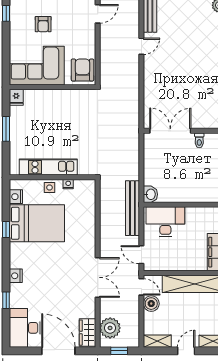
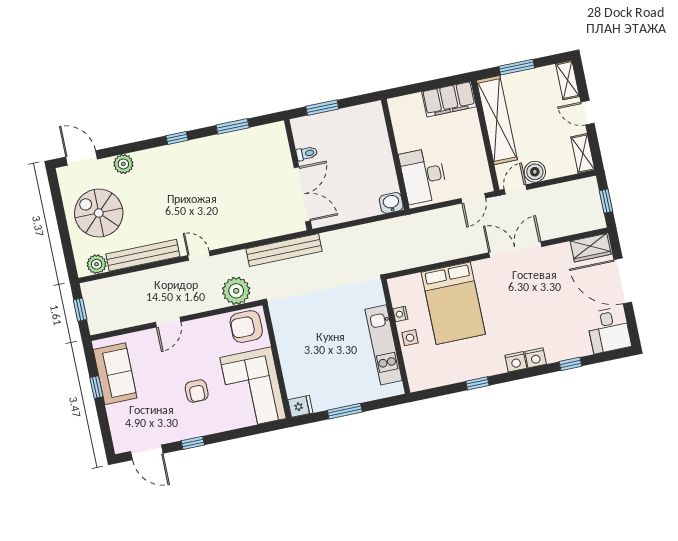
door: (98, 14) -> (168, 322), swing flipped
armchair: (43, 24) -> (197, 391), turned 90
double door: (170, 131) -> (302, 194), swing flipped
nightstand: (16, 197) -> (516, 362), moved
bench: (132, 208) -> (284, 250), moved
bed: (37, 223) -> (453, 303), moved, turned 180
desk: (25, 328) -> (609, 330), width x0.73
plant: (110, 328) -> (236, 291), moved
door: (58, 351) -> (623, 281), hinge flipped

